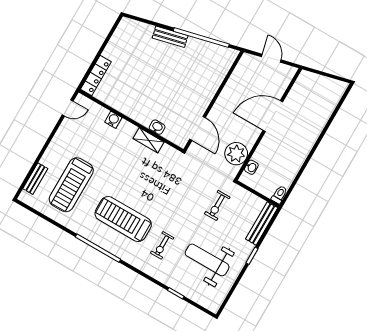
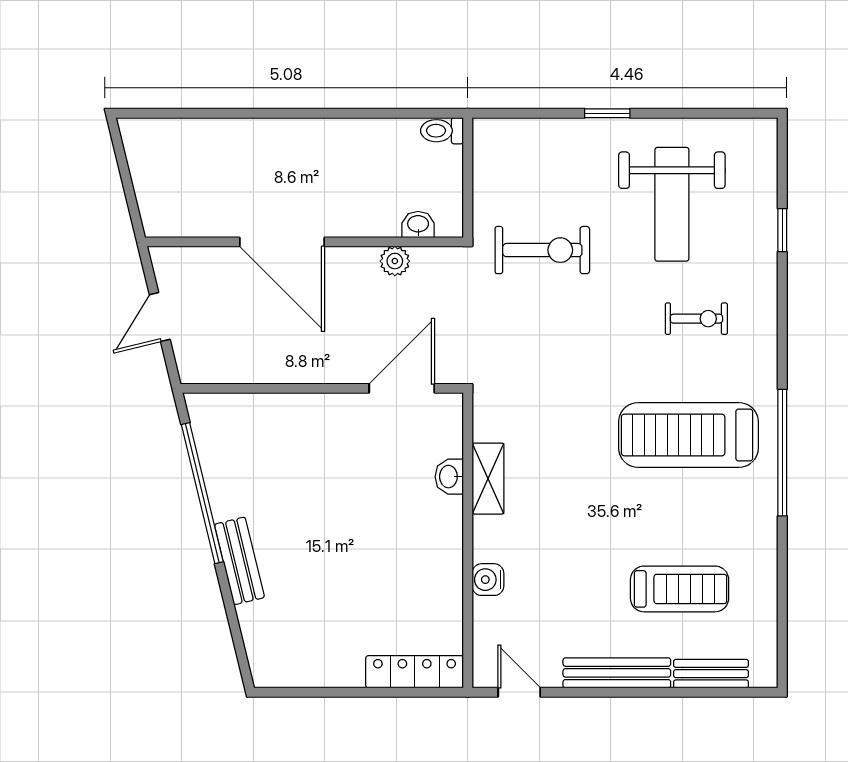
plant: (236, 154) -> (395, 261), width x0.53, depth x0.53
treadmill: (71, 185) -> (680, 589), width x0.73, depth x0.73
exercise bike: (217, 205) -> (542, 250), width x1.38, depth x1.39
treadmill: (123, 219) -> (688, 435), turned 90
bench: (262, 223) -> (617, 673), moved

